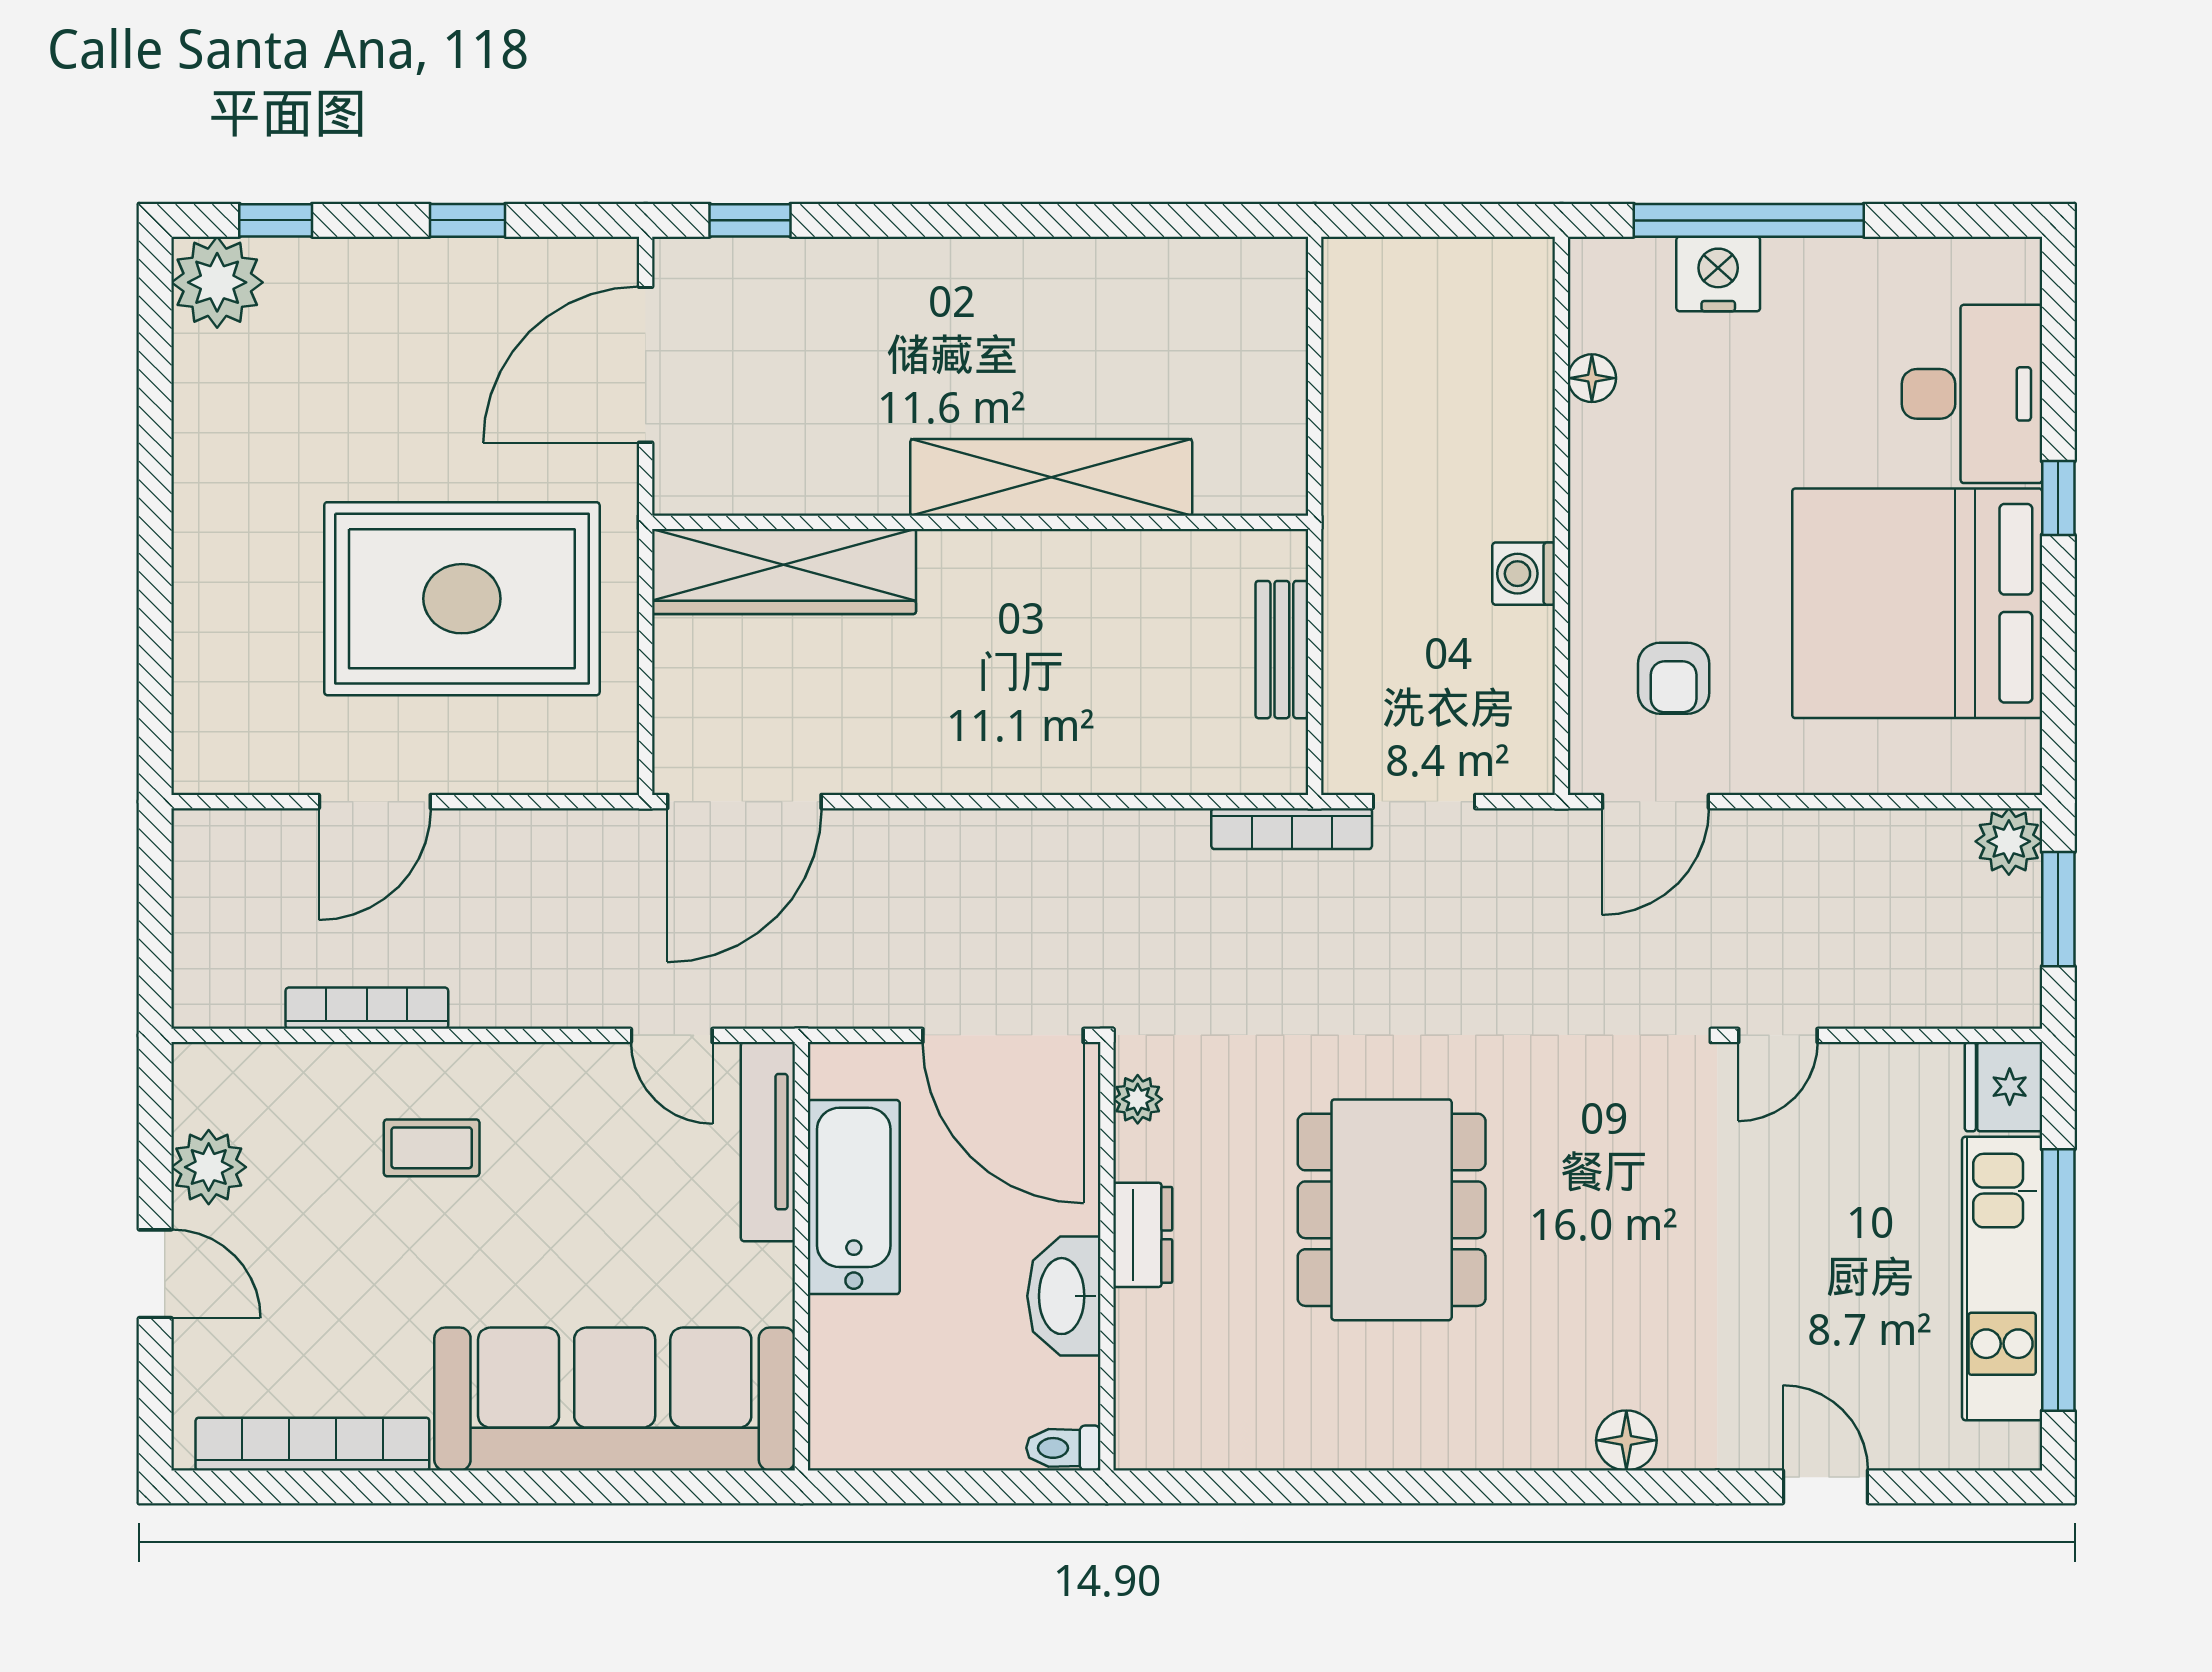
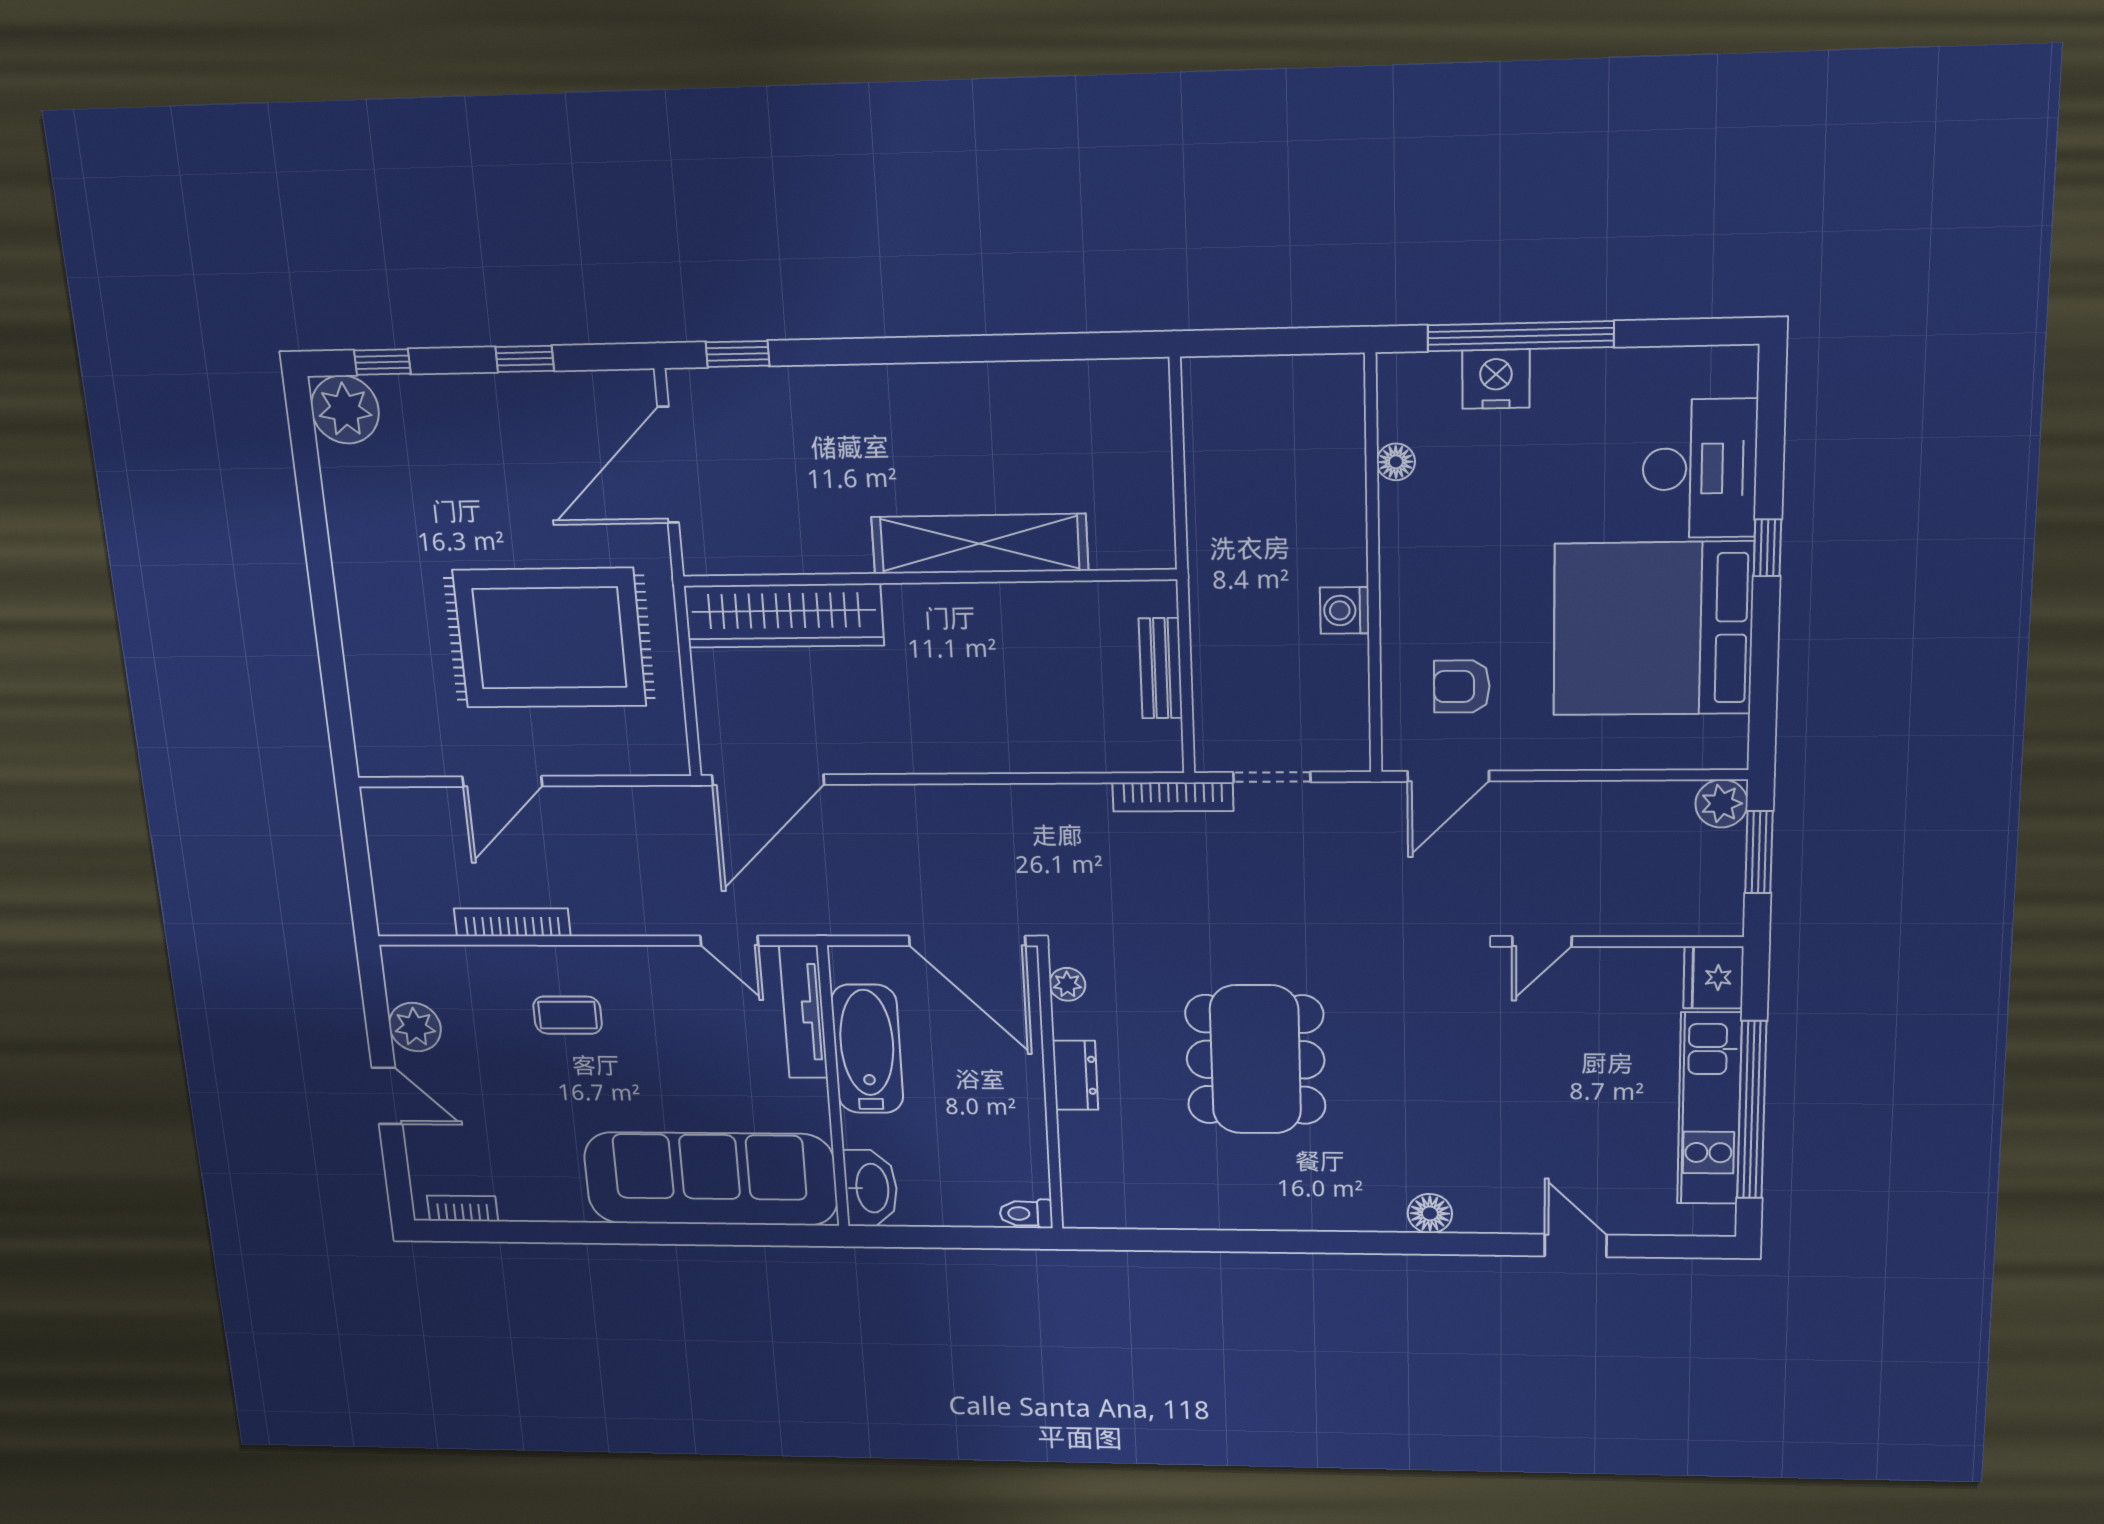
armchair: (1674, 678) -> (1462, 686), turned 90
washbasin: (1064, 1296) -> (871, 1188), moved, turned 180
bookcase: (312, 1444) -> (463, 1208), width x0.43, depth x0.76

